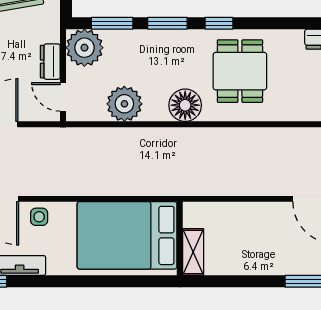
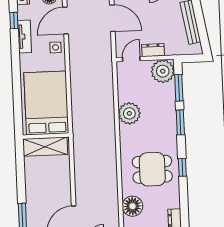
window: (219, 23) -> (182, 167), moved
plant: (124, 104) -> (129, 113), moved
floor lamp: (185, 105) -> (132, 206), moved
shelving: (193, 252) -> (45, 147), width x1.50, depth x1.33

